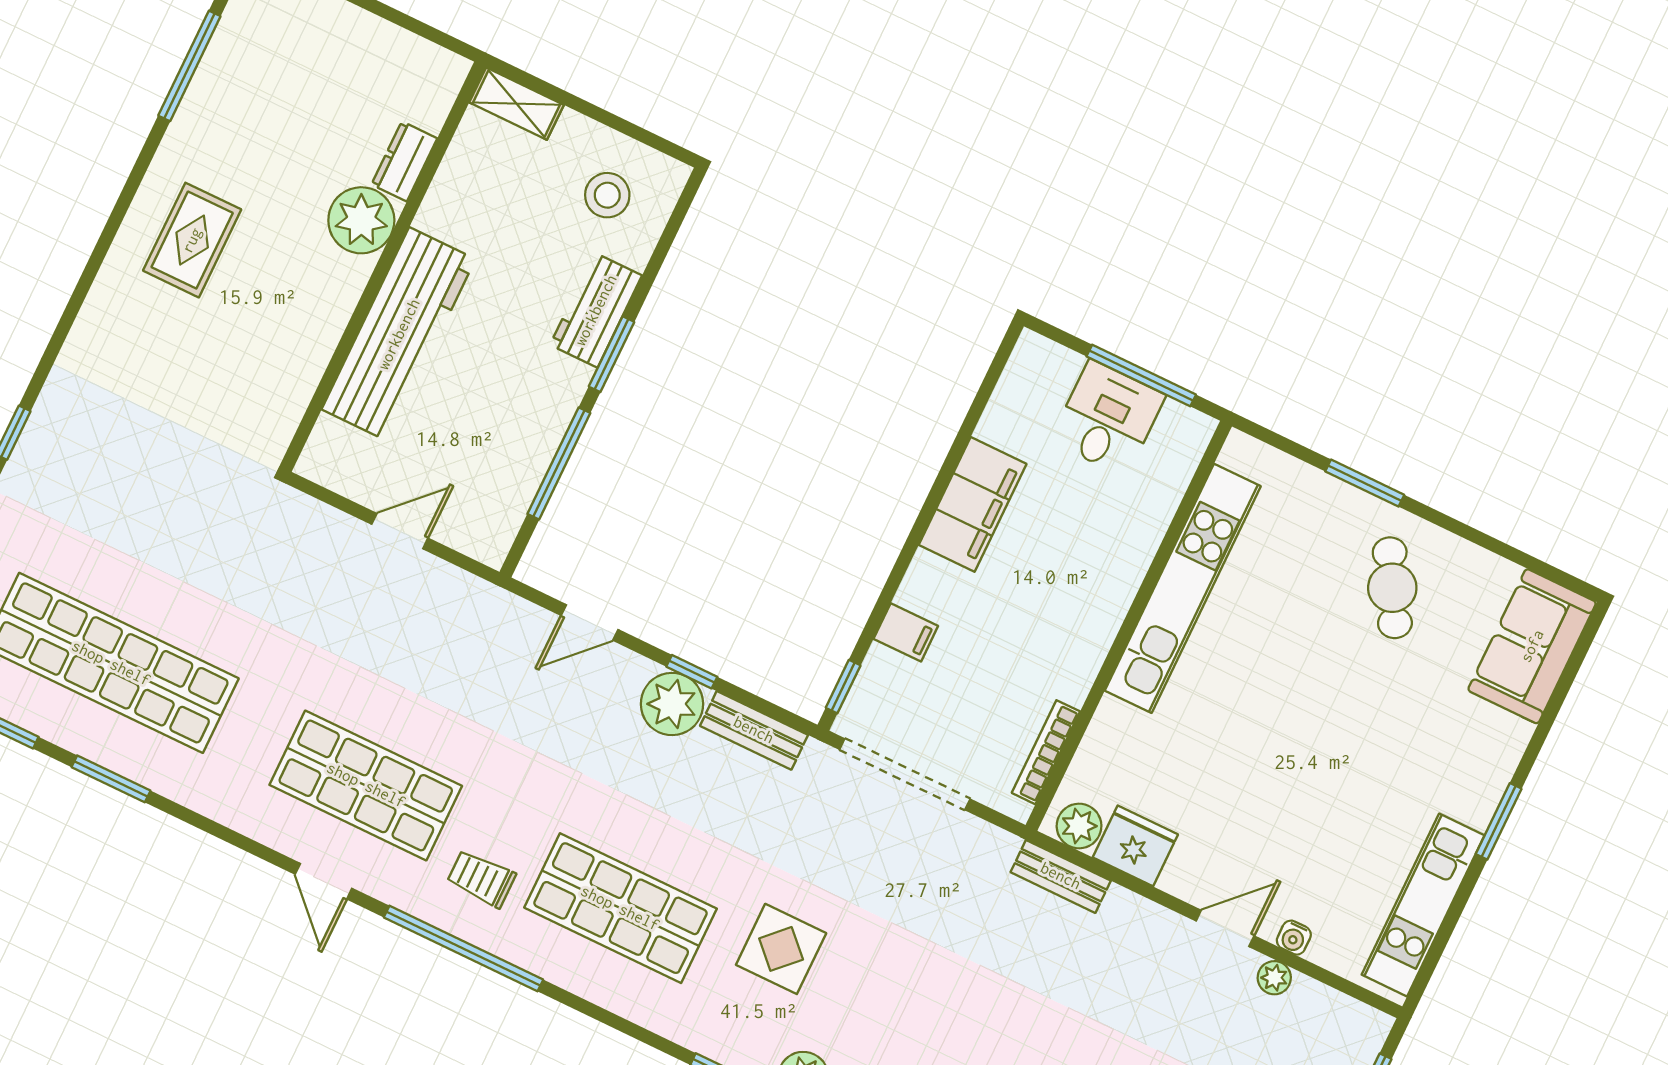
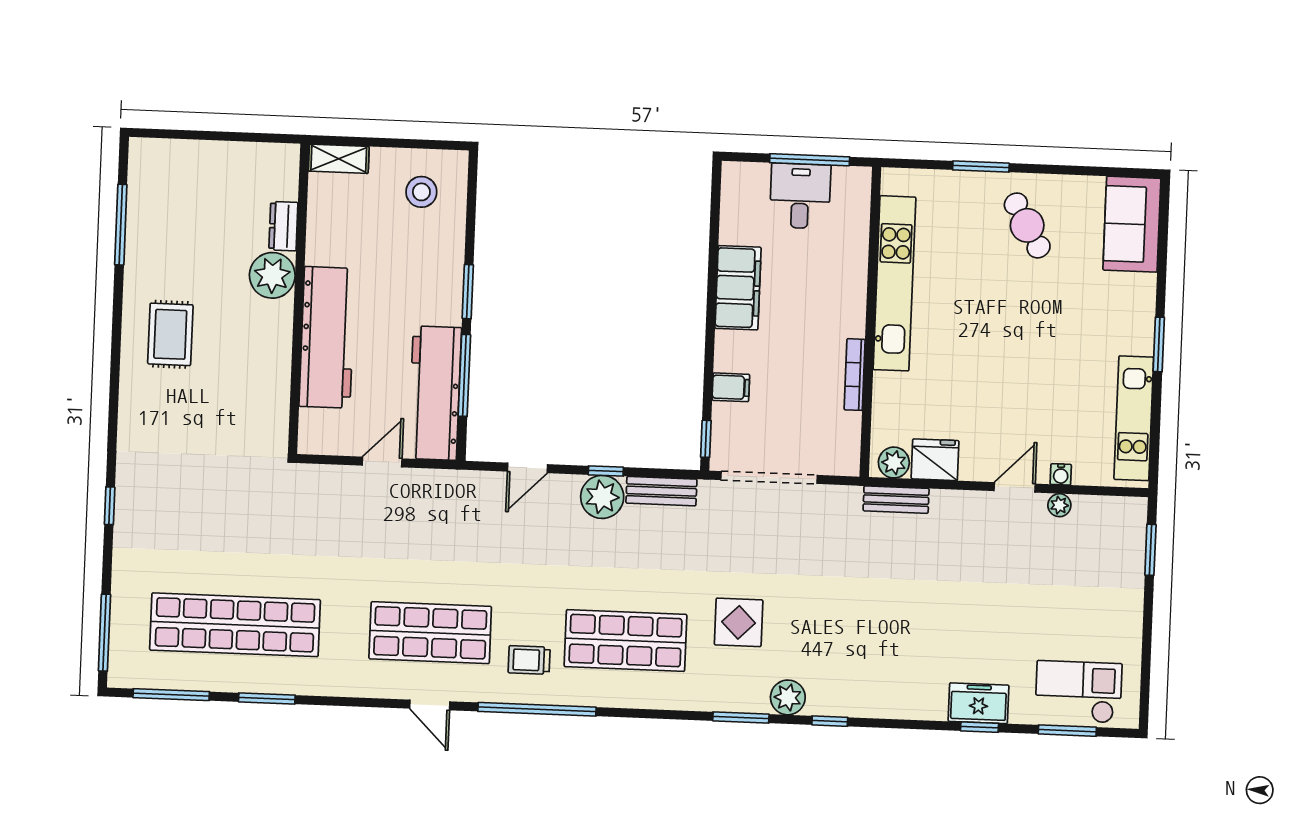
workbench: (596, 310) -> (435, 393), moved, width x1.88, depth x1.32
bookcase: (1046, 752) -> (855, 375), moved

